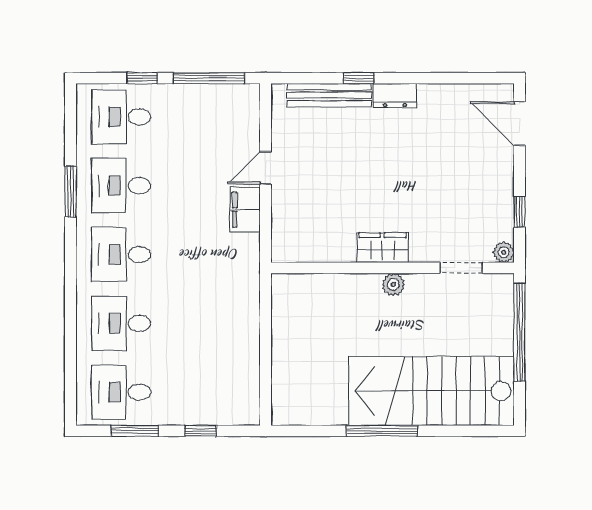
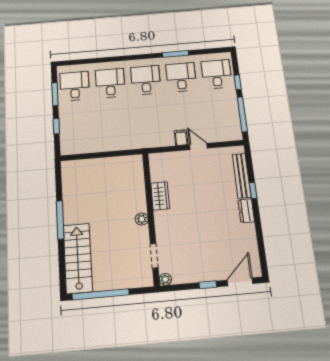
filing cabinet: (245, 210) -> (181, 138), width x0.50
window: (519, 212) -> (208, 285), moved
wardrobe: (383, 248) -> (160, 196), moved
window: (519, 332) -> (101, 294), moved
stairs: (431, 391) -> (78, 258), width x0.73, depth x0.66

